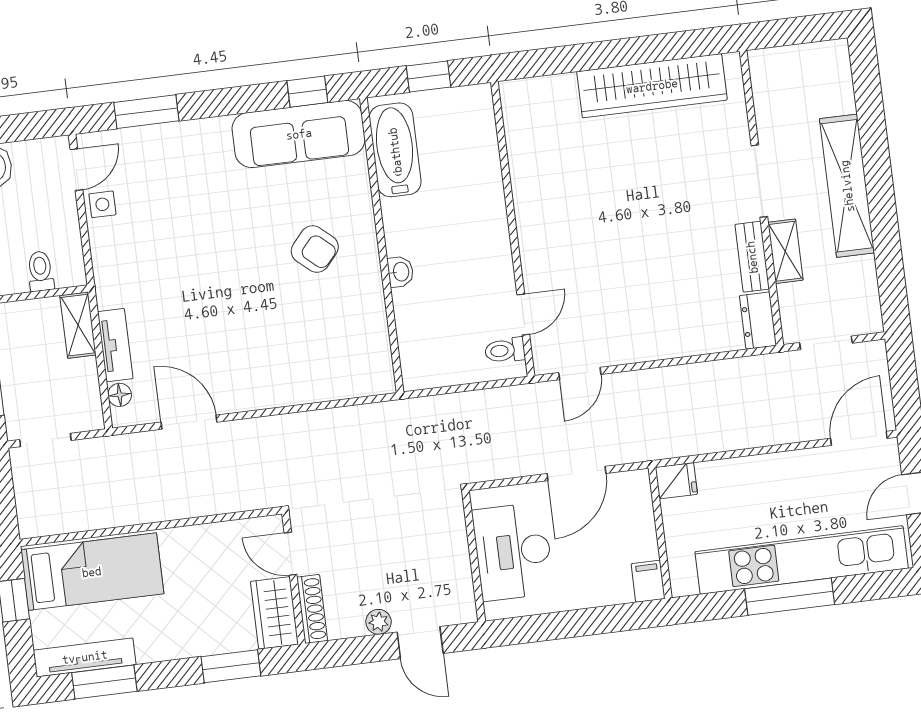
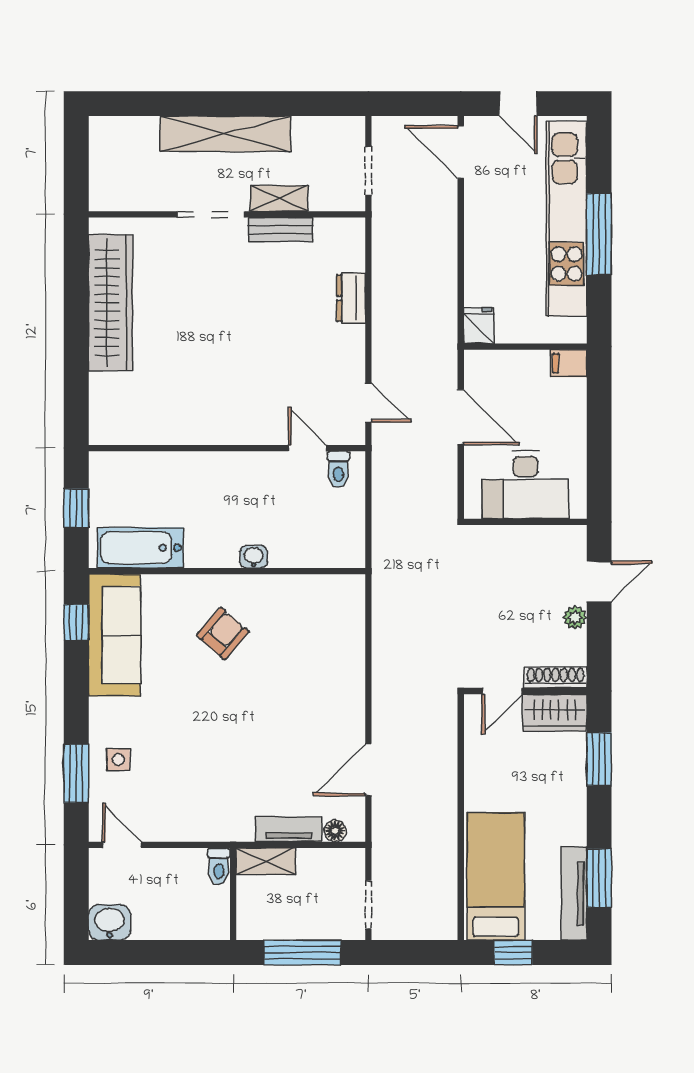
side table: (102, 204) -> (118, 759), moved
toilet: (40, 271) -> (219, 866), moved, turned -90
dresser: (758, 321) -> (351, 298), moved, turned 90

